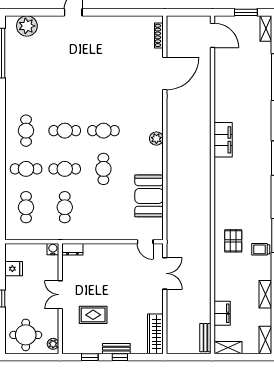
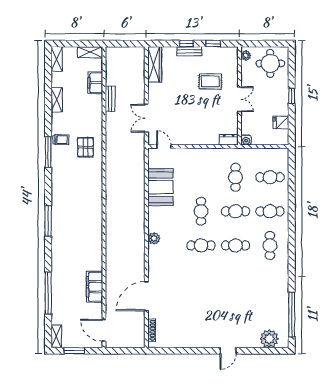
filing cabinet: (223, 140) -> (94, 287), moved
cafe table: (26, 207) -> (270, 177), turned 90
bench: (205, 338) -> (110, 99), moved

